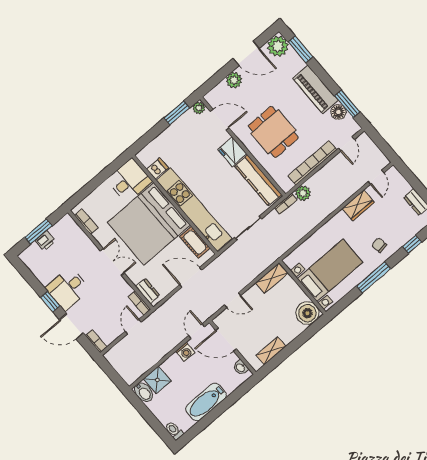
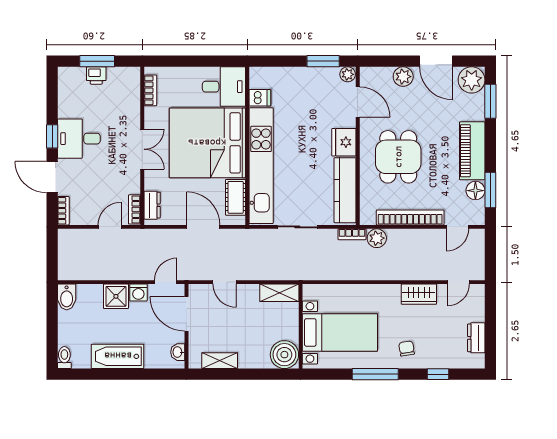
shower: (157, 380) -> (116, 296), moved

